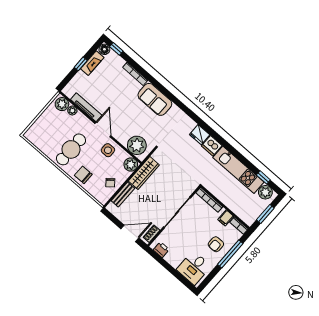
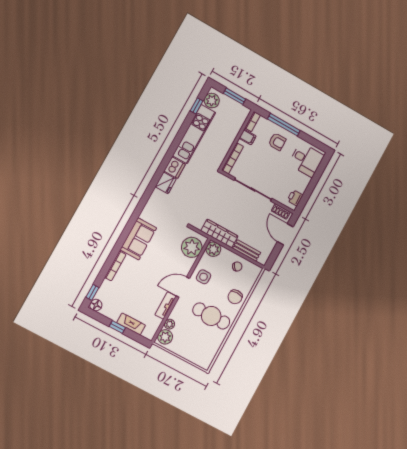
fireplace: (92, 63) -> (131, 324), moved
tv unit: (86, 107) -> (166, 305), width x0.71

